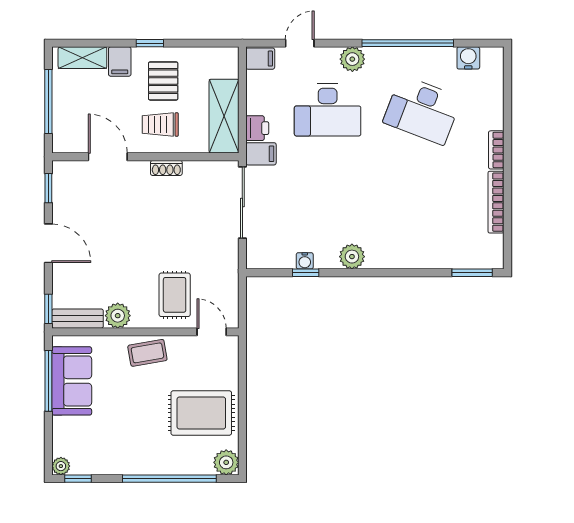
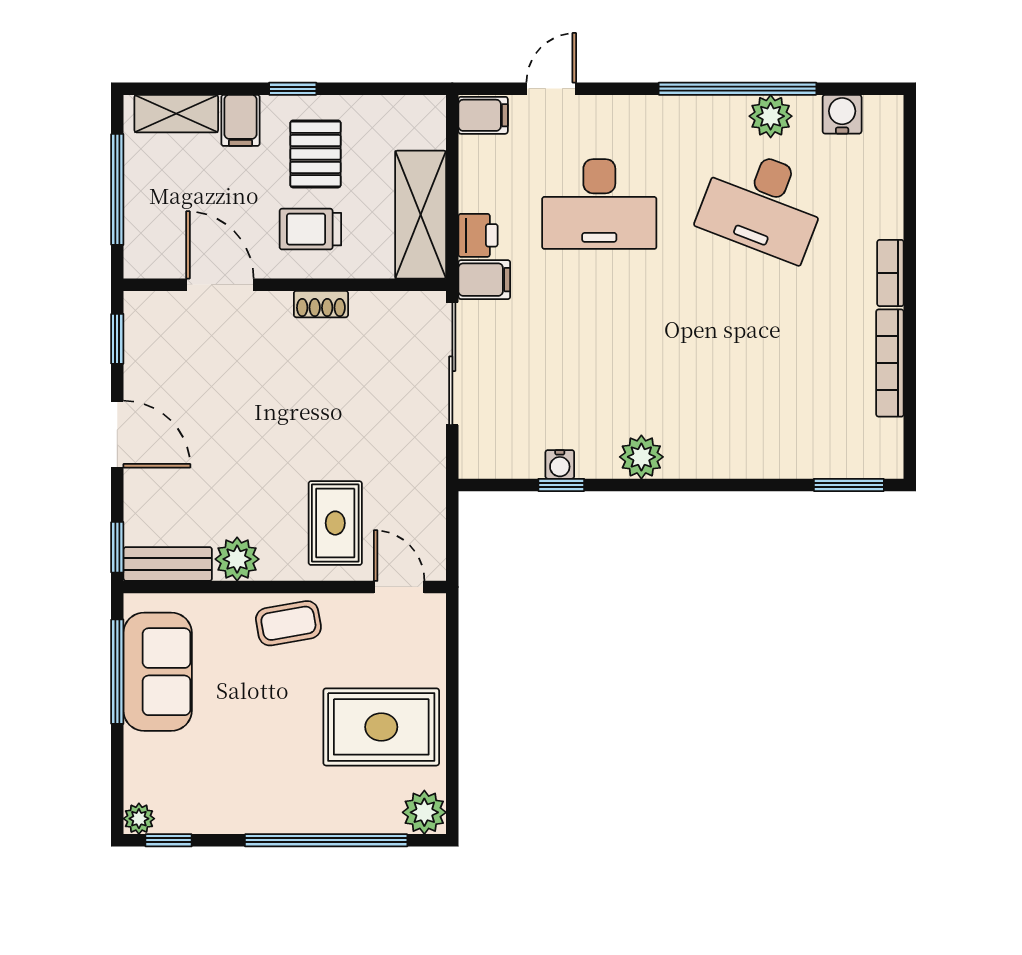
plant: (352, 59) -> (771, 116), moved

